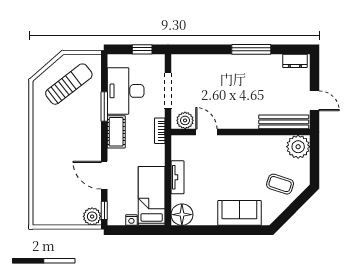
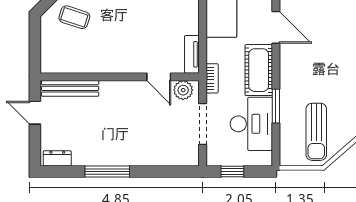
sun lounger: (69, 84) -> (316, 132), turned -52
cot: (116, 132) -> (259, 70), width x1.37, depth x1.34
plant: (298, 147) -> (54, 60), removed
tv unit: (177, 177) -> (192, 54), moved

